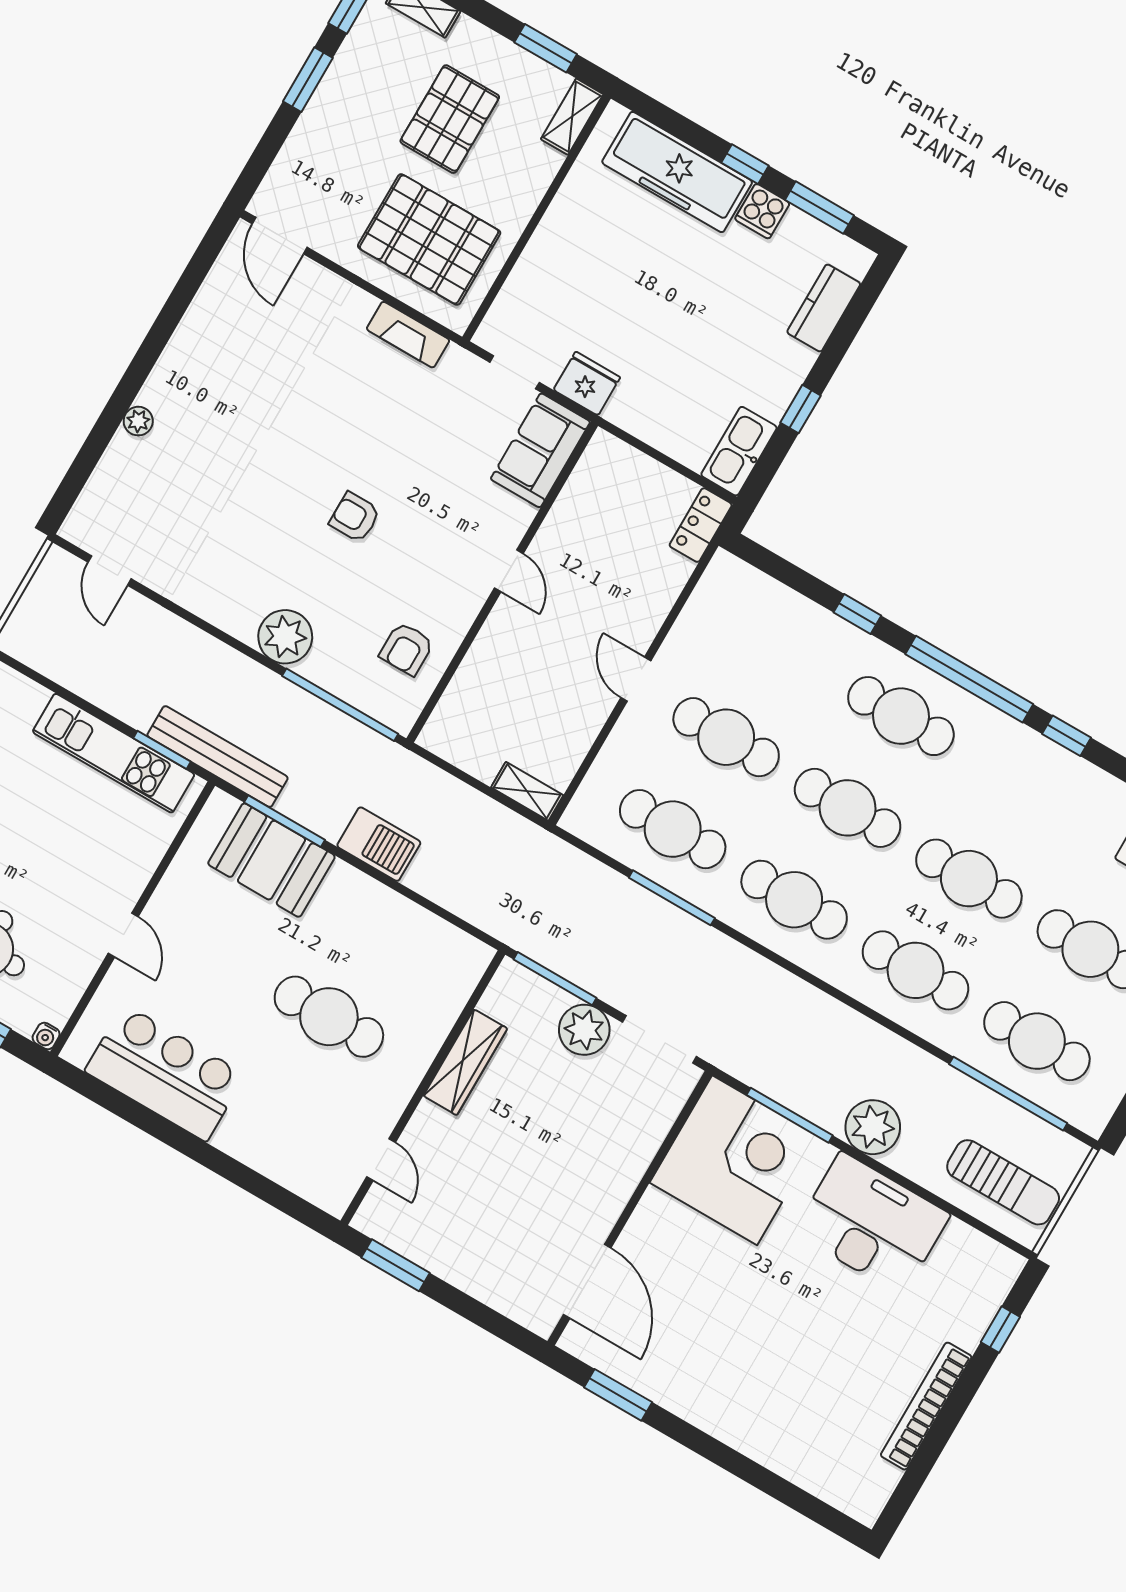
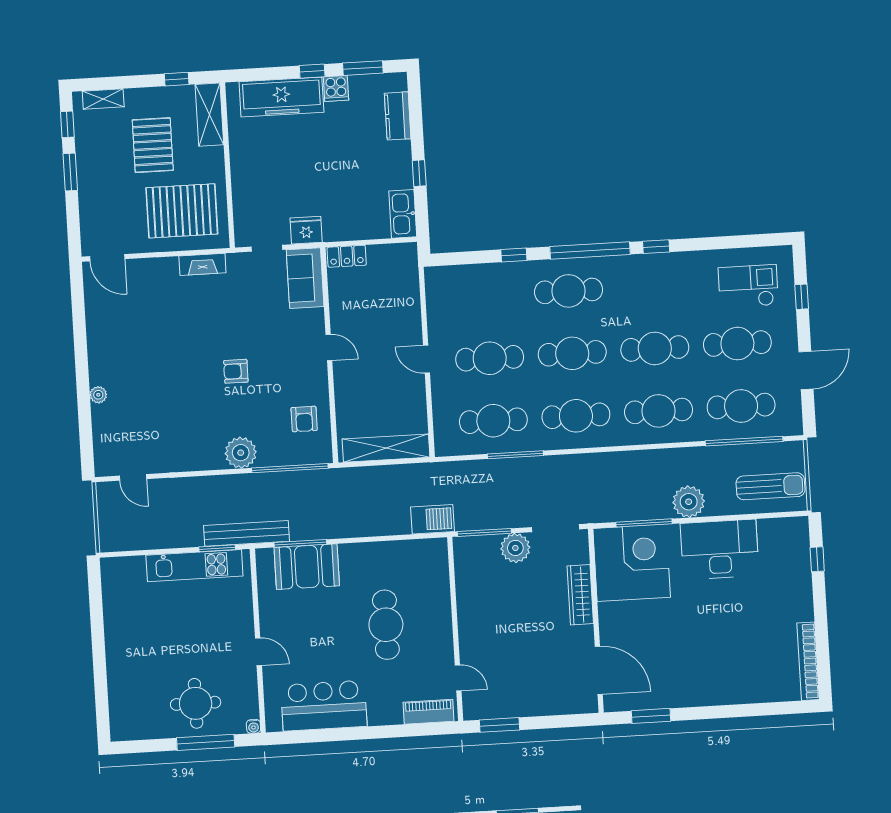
window: (546, 48) -> (177, 79), width x0.67
shelving: (572, 117) -> (209, 115), width x1.50, depth x1.33
locker: (701, 525) -> (347, 256), moved, turned -90
shelving: (527, 791) -> (386, 448), width x2.20, depth x1.33
barbecue: (379, 844) -> (433, 519), moved
cafe table: (329, 1017) -> (386, 625), turned 90
wardrobe: (465, 1062) -> (580, 595), moved, turned 180
piano: (307, 1180) -> (428, 712), added
bookcase: (926, 1406) -> (808, 661), moved

